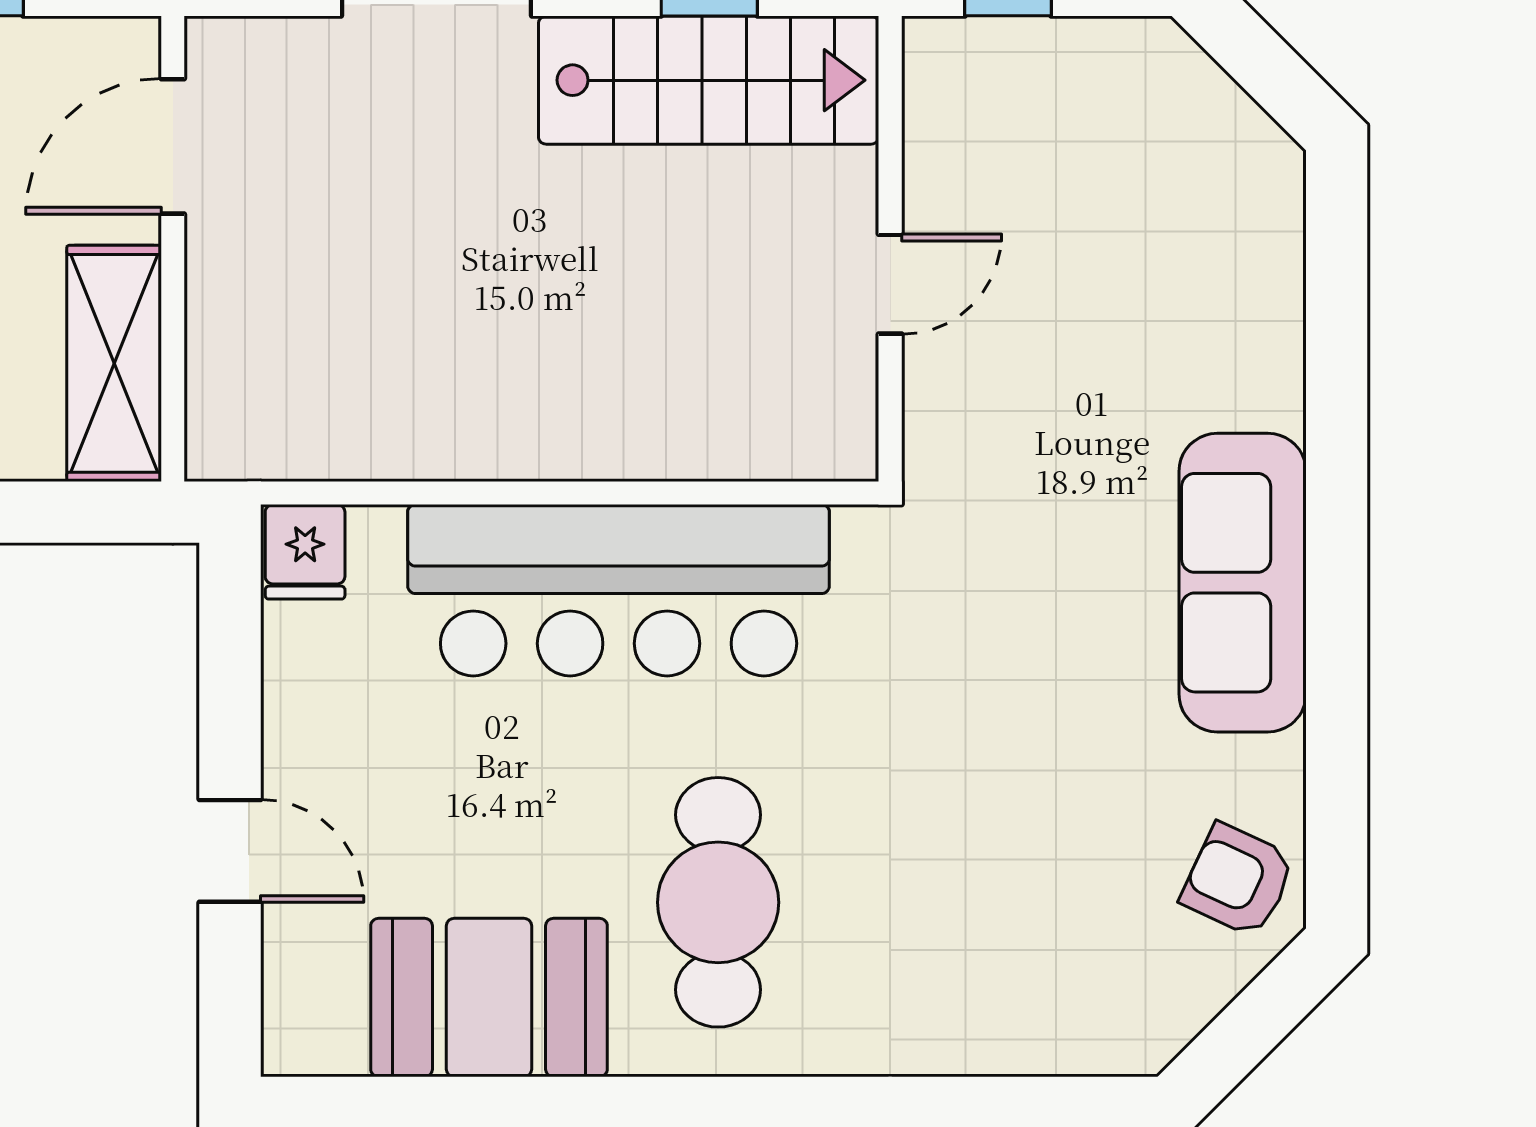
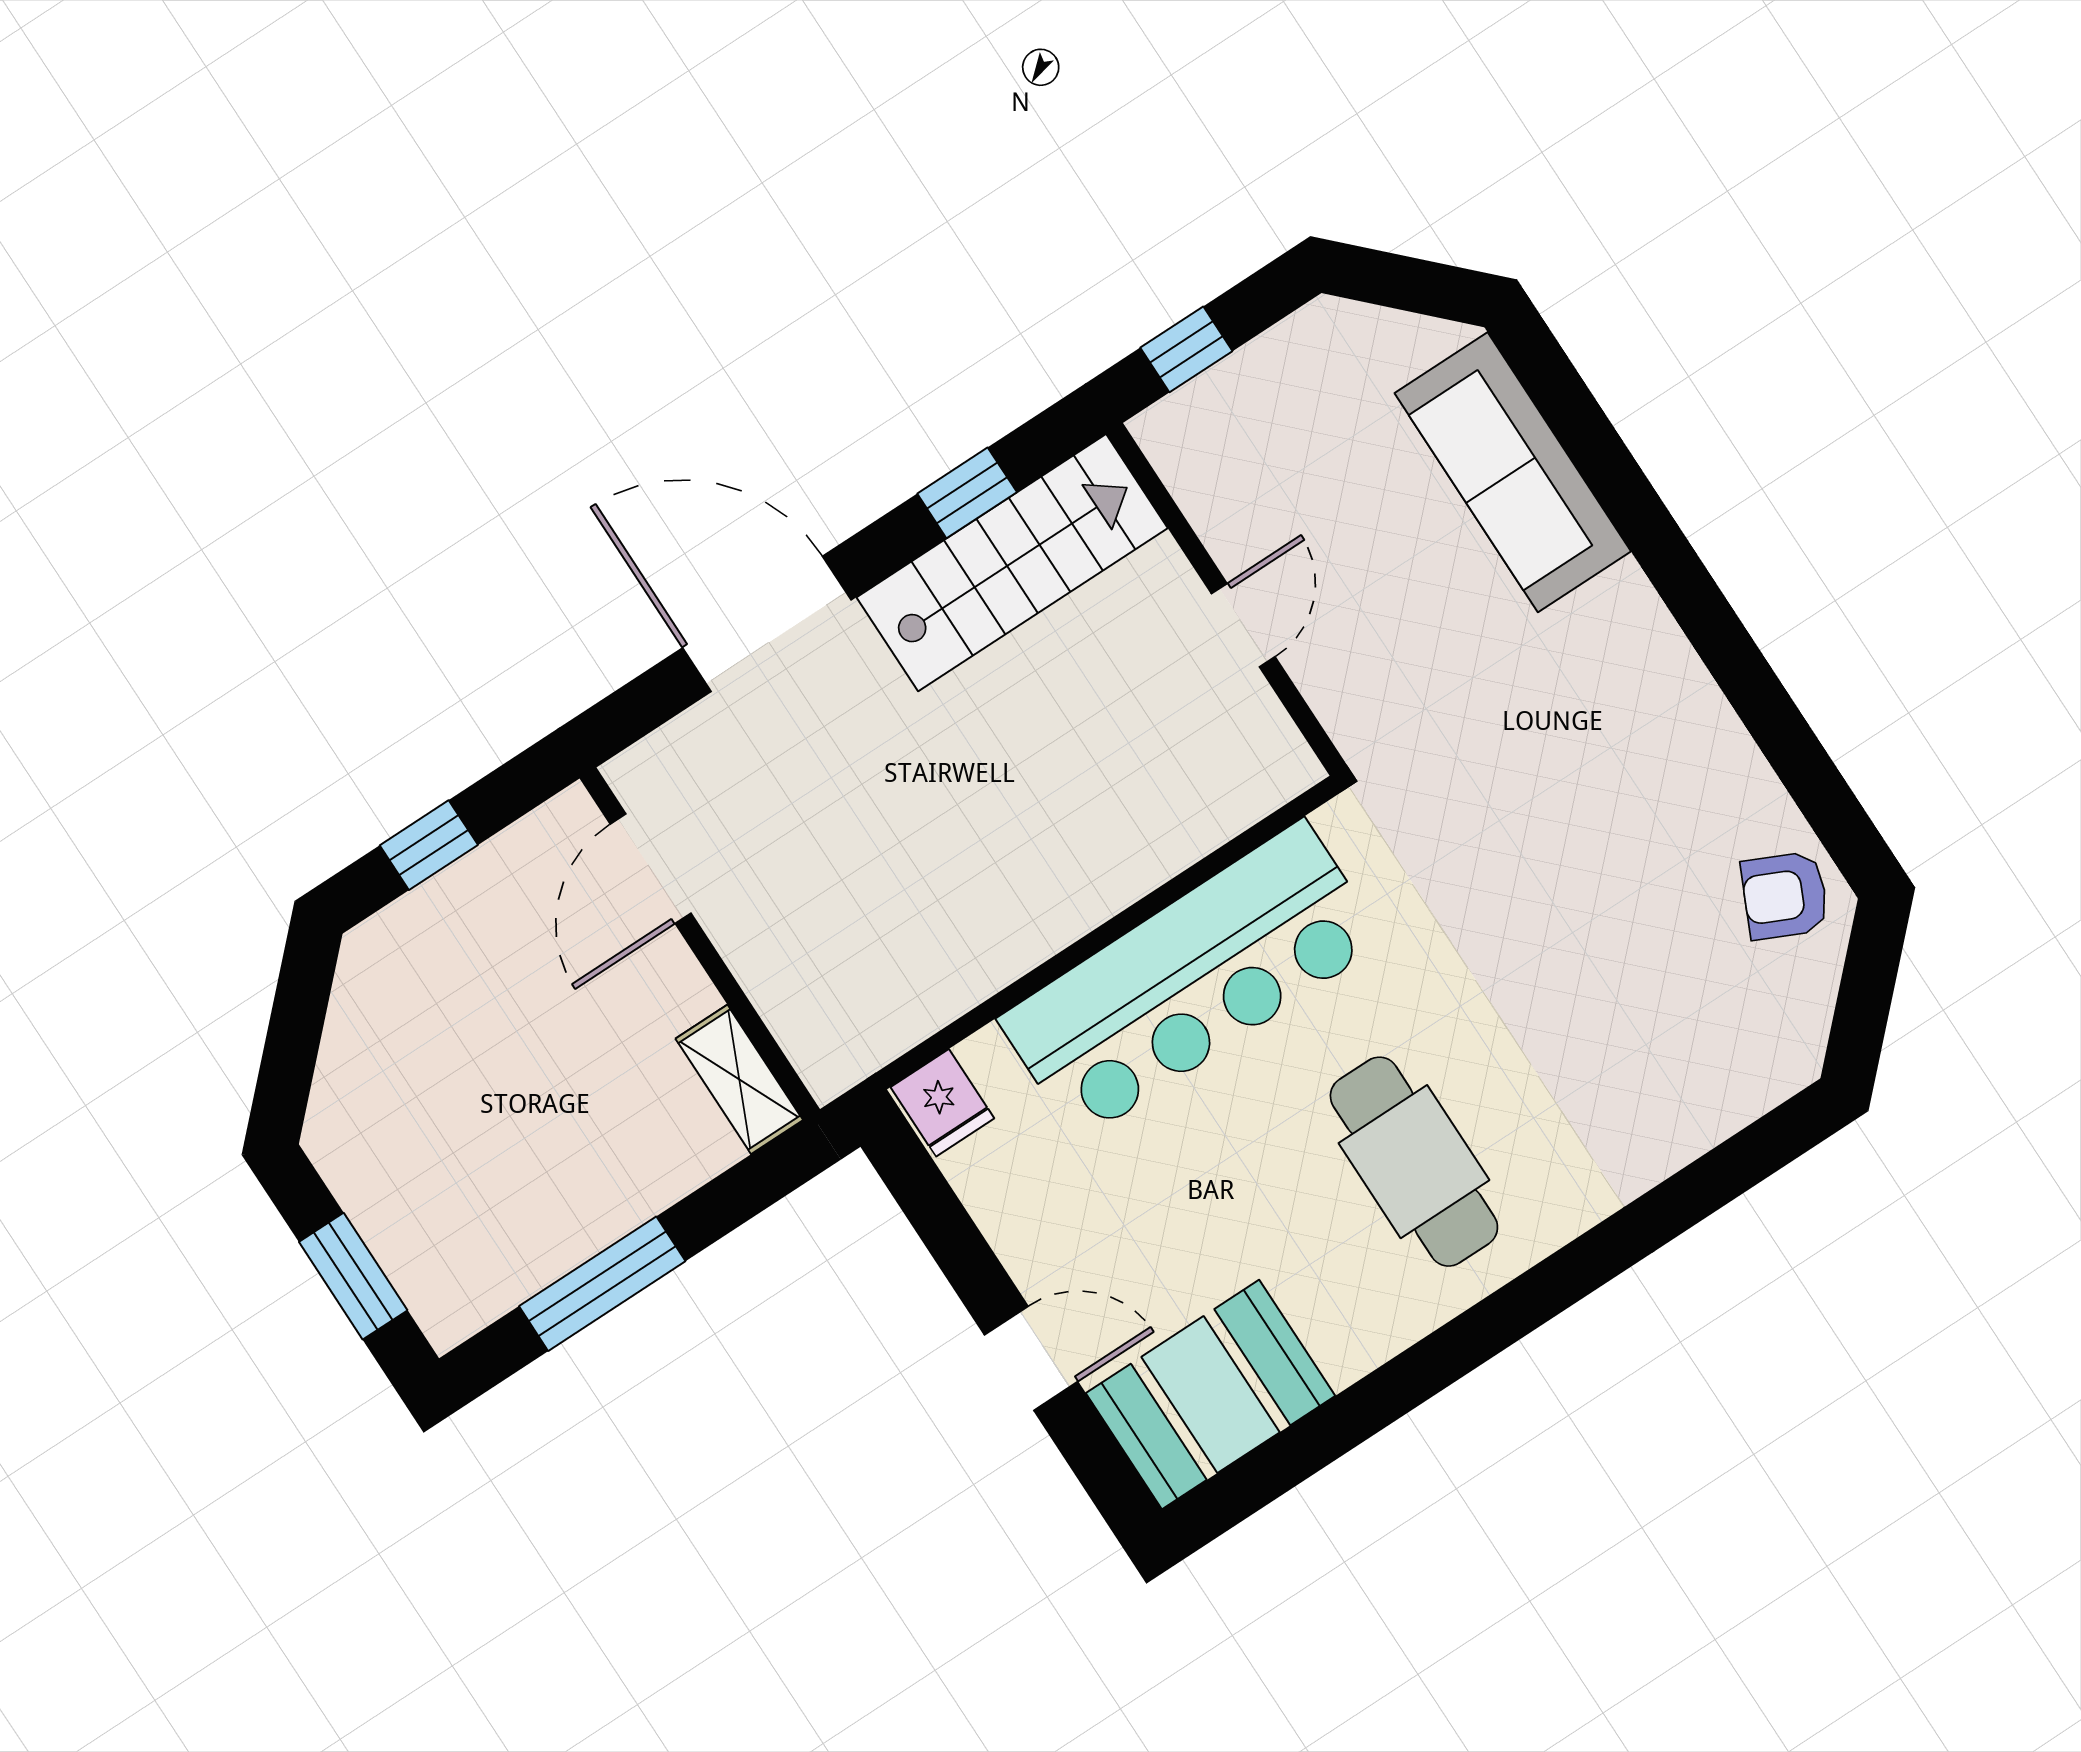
shelving: (114, 363) -> (739, 1079), width x0.67, depth x0.75
sofa: (1243, 583) -> (1513, 472), moved
booth: (489, 998) -> (1211, 1395), moved

